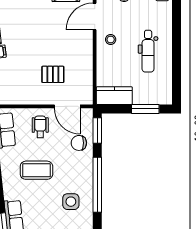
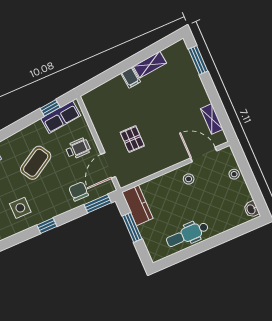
dental chair: (148, 51) -> (187, 234), moved
window: (145, 109) -> (132, 227), moved
coffee table: (36, 170) -> (36, 163), turned 59
window: (97, 185) -> (47, 226), width x0.32

